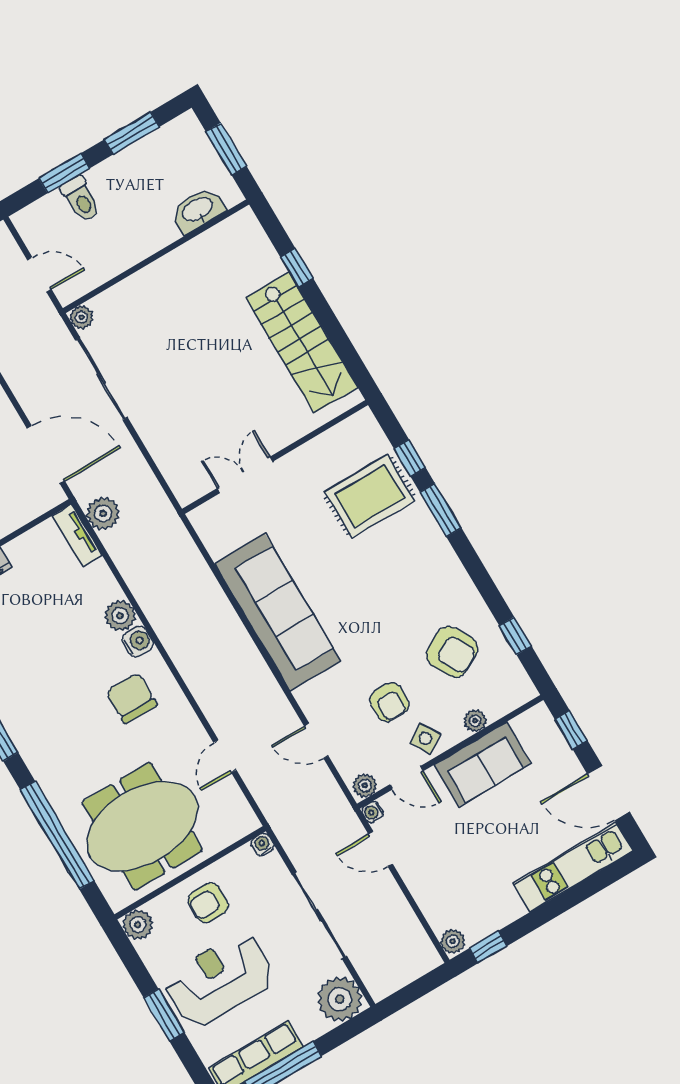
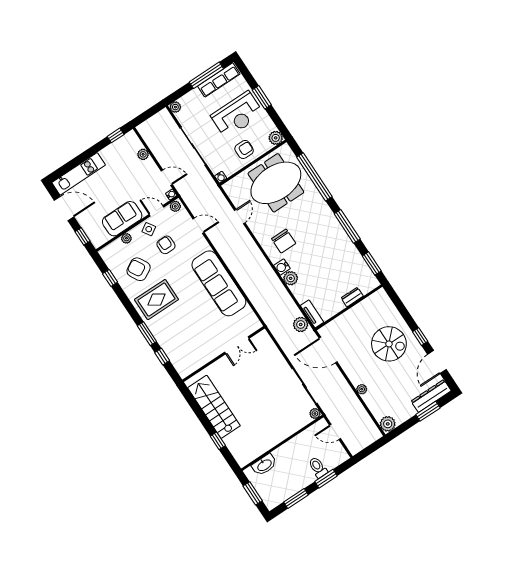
rug: (370, 496) -> (156, 300), moved
plant: (453, 941) -> (143, 154), moved
plant: (340, 999) -> (175, 107), width x0.53, depth x0.53

